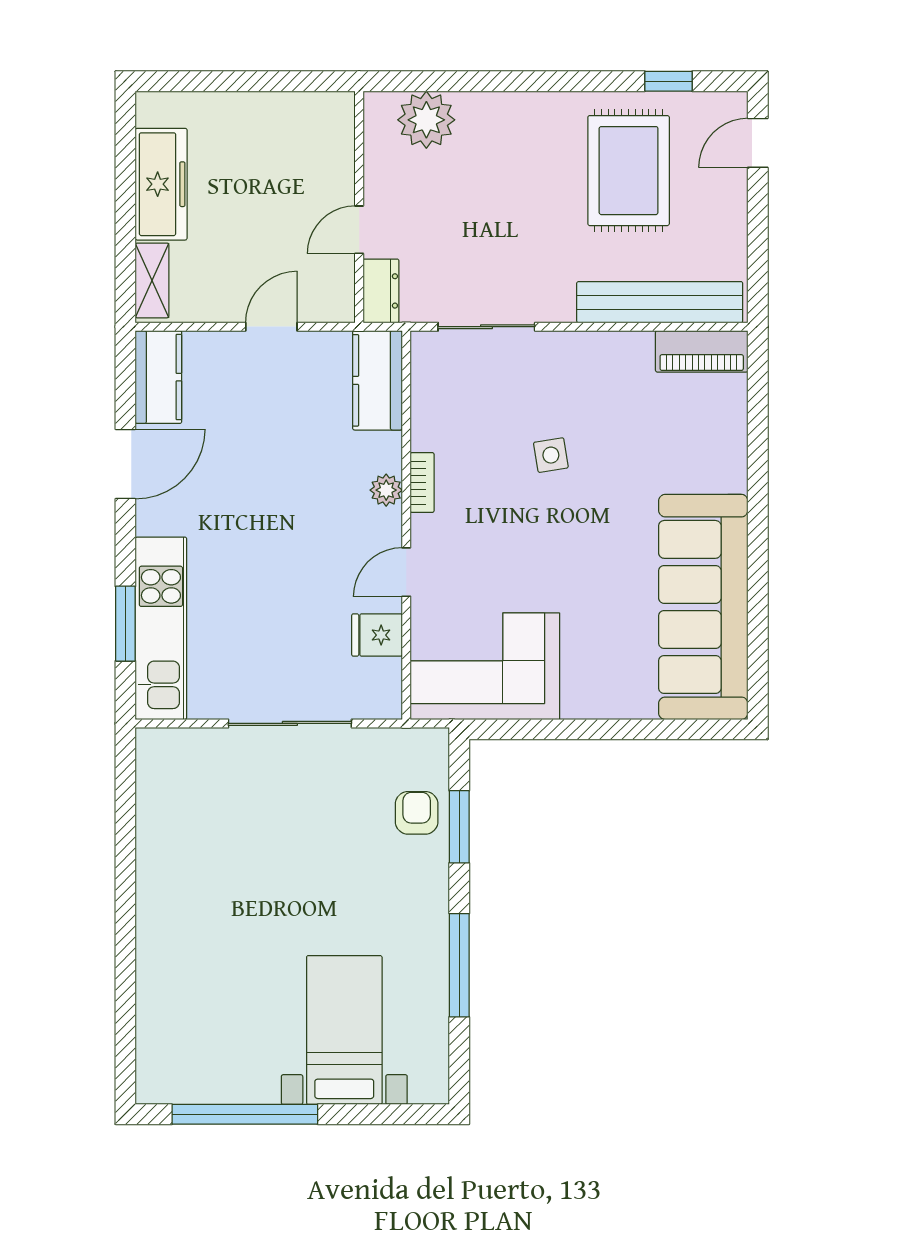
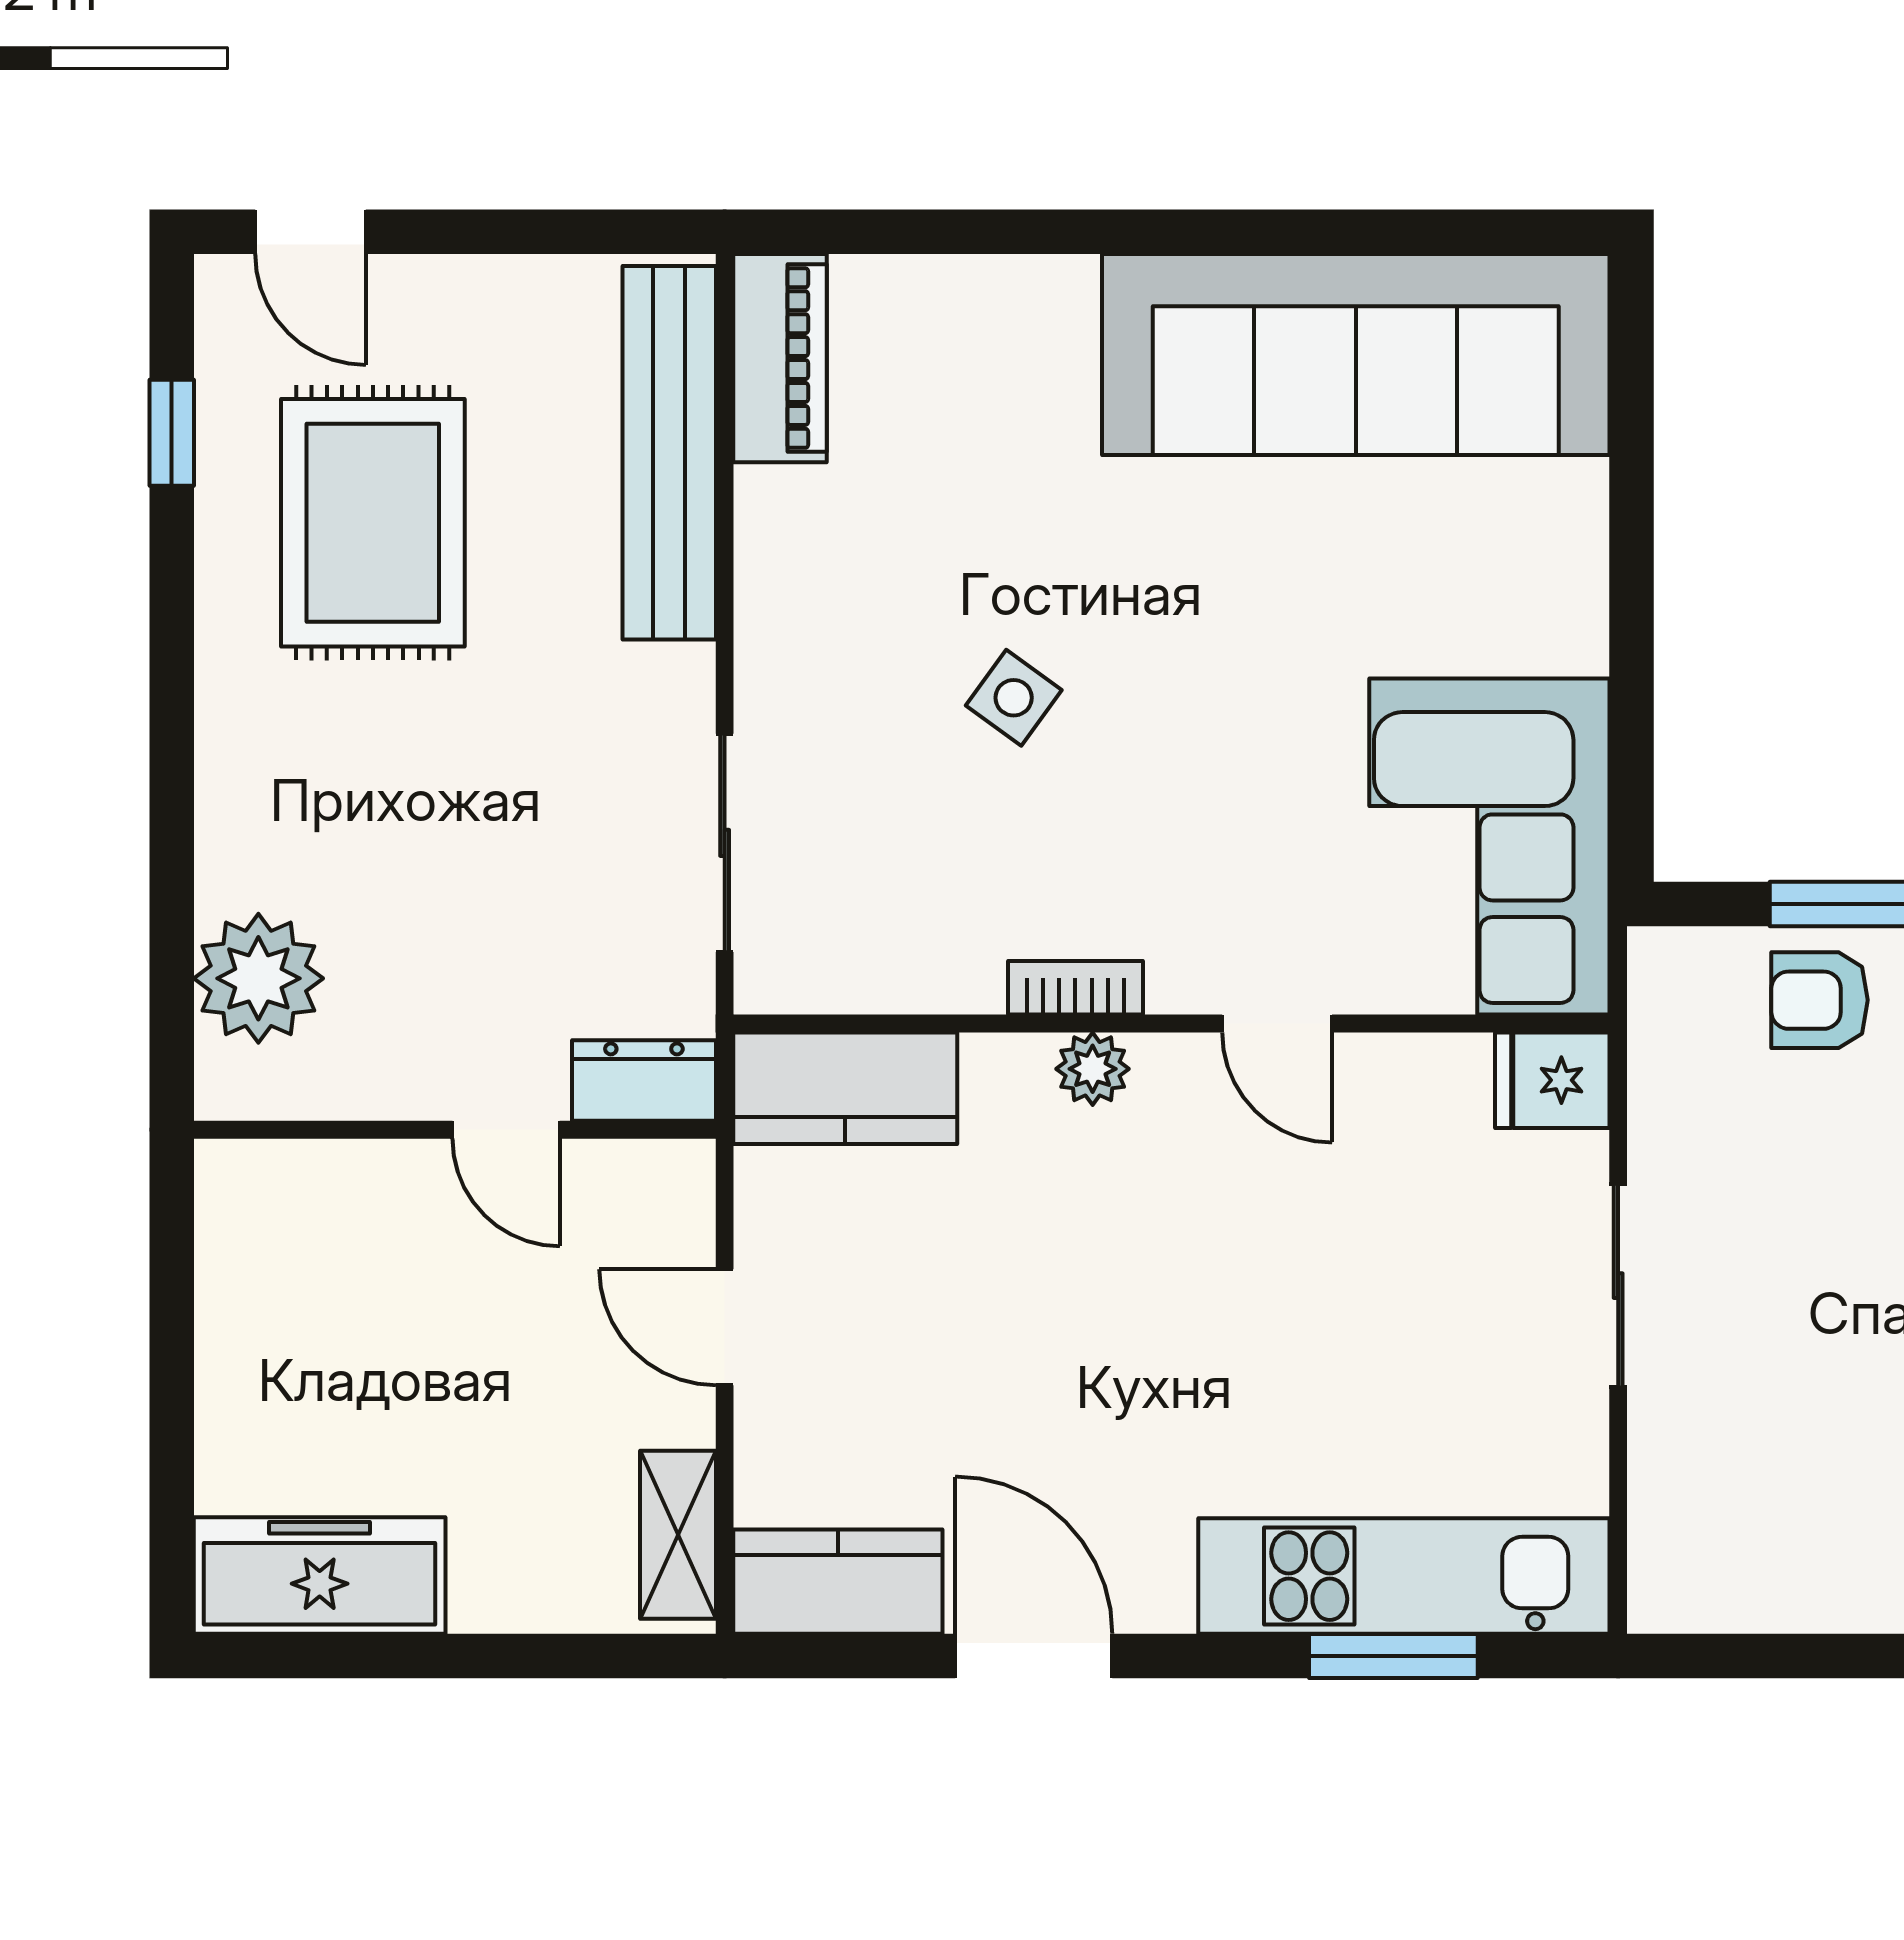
rug: (629, 171) -> (373, 523), turned 90
freezer: (161, 184) -> (320, 1576), moved
shelving: (152, 280) -> (678, 1535), moved, turned 90
side table: (551, 455) -> (1014, 698), turned 45
fridge: (377, 635) -> (1552, 1080), moved, turned 90
sliding door: (290, 723) -> (1618, 1286), width x0.73

